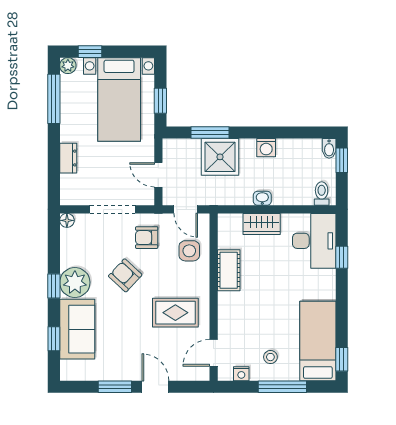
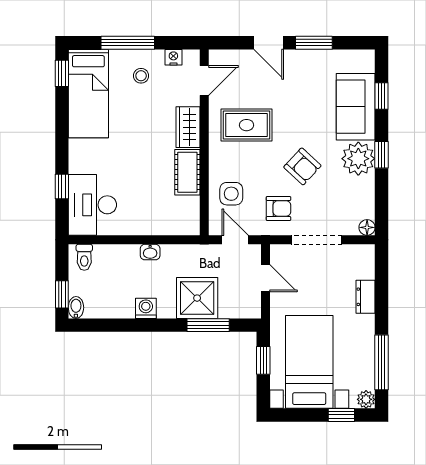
wardrobe: (262, 224) -> (188, 127), moved, turned -90

